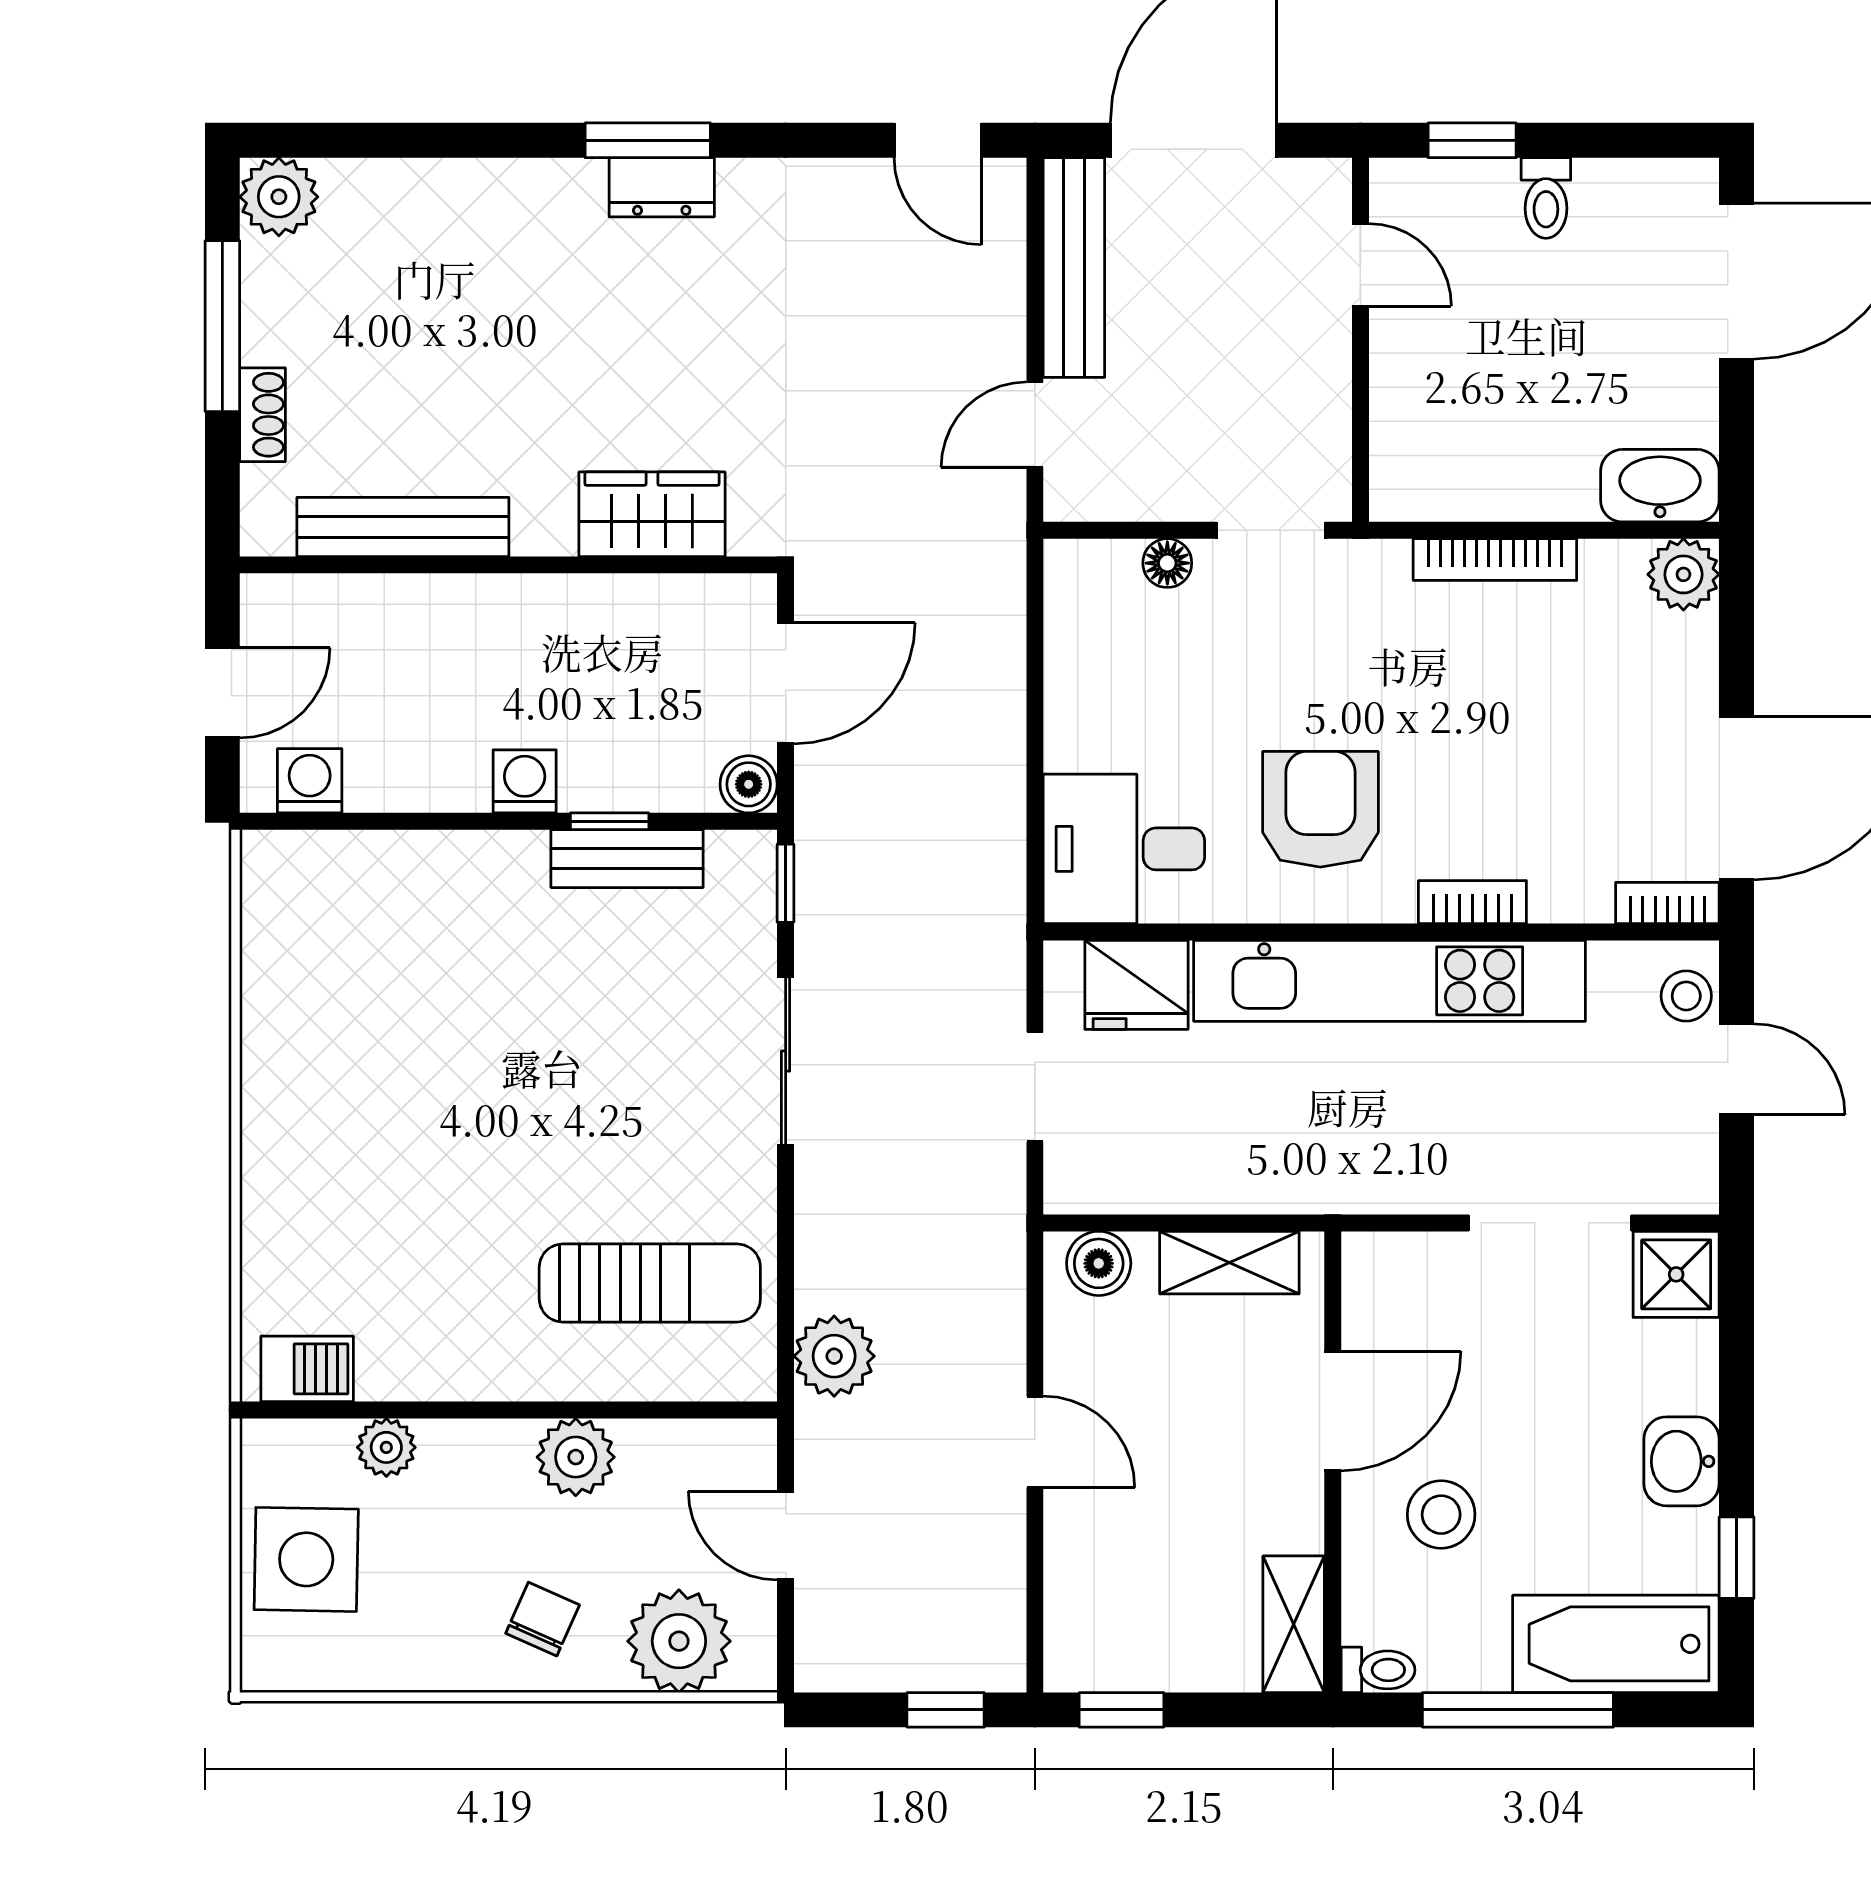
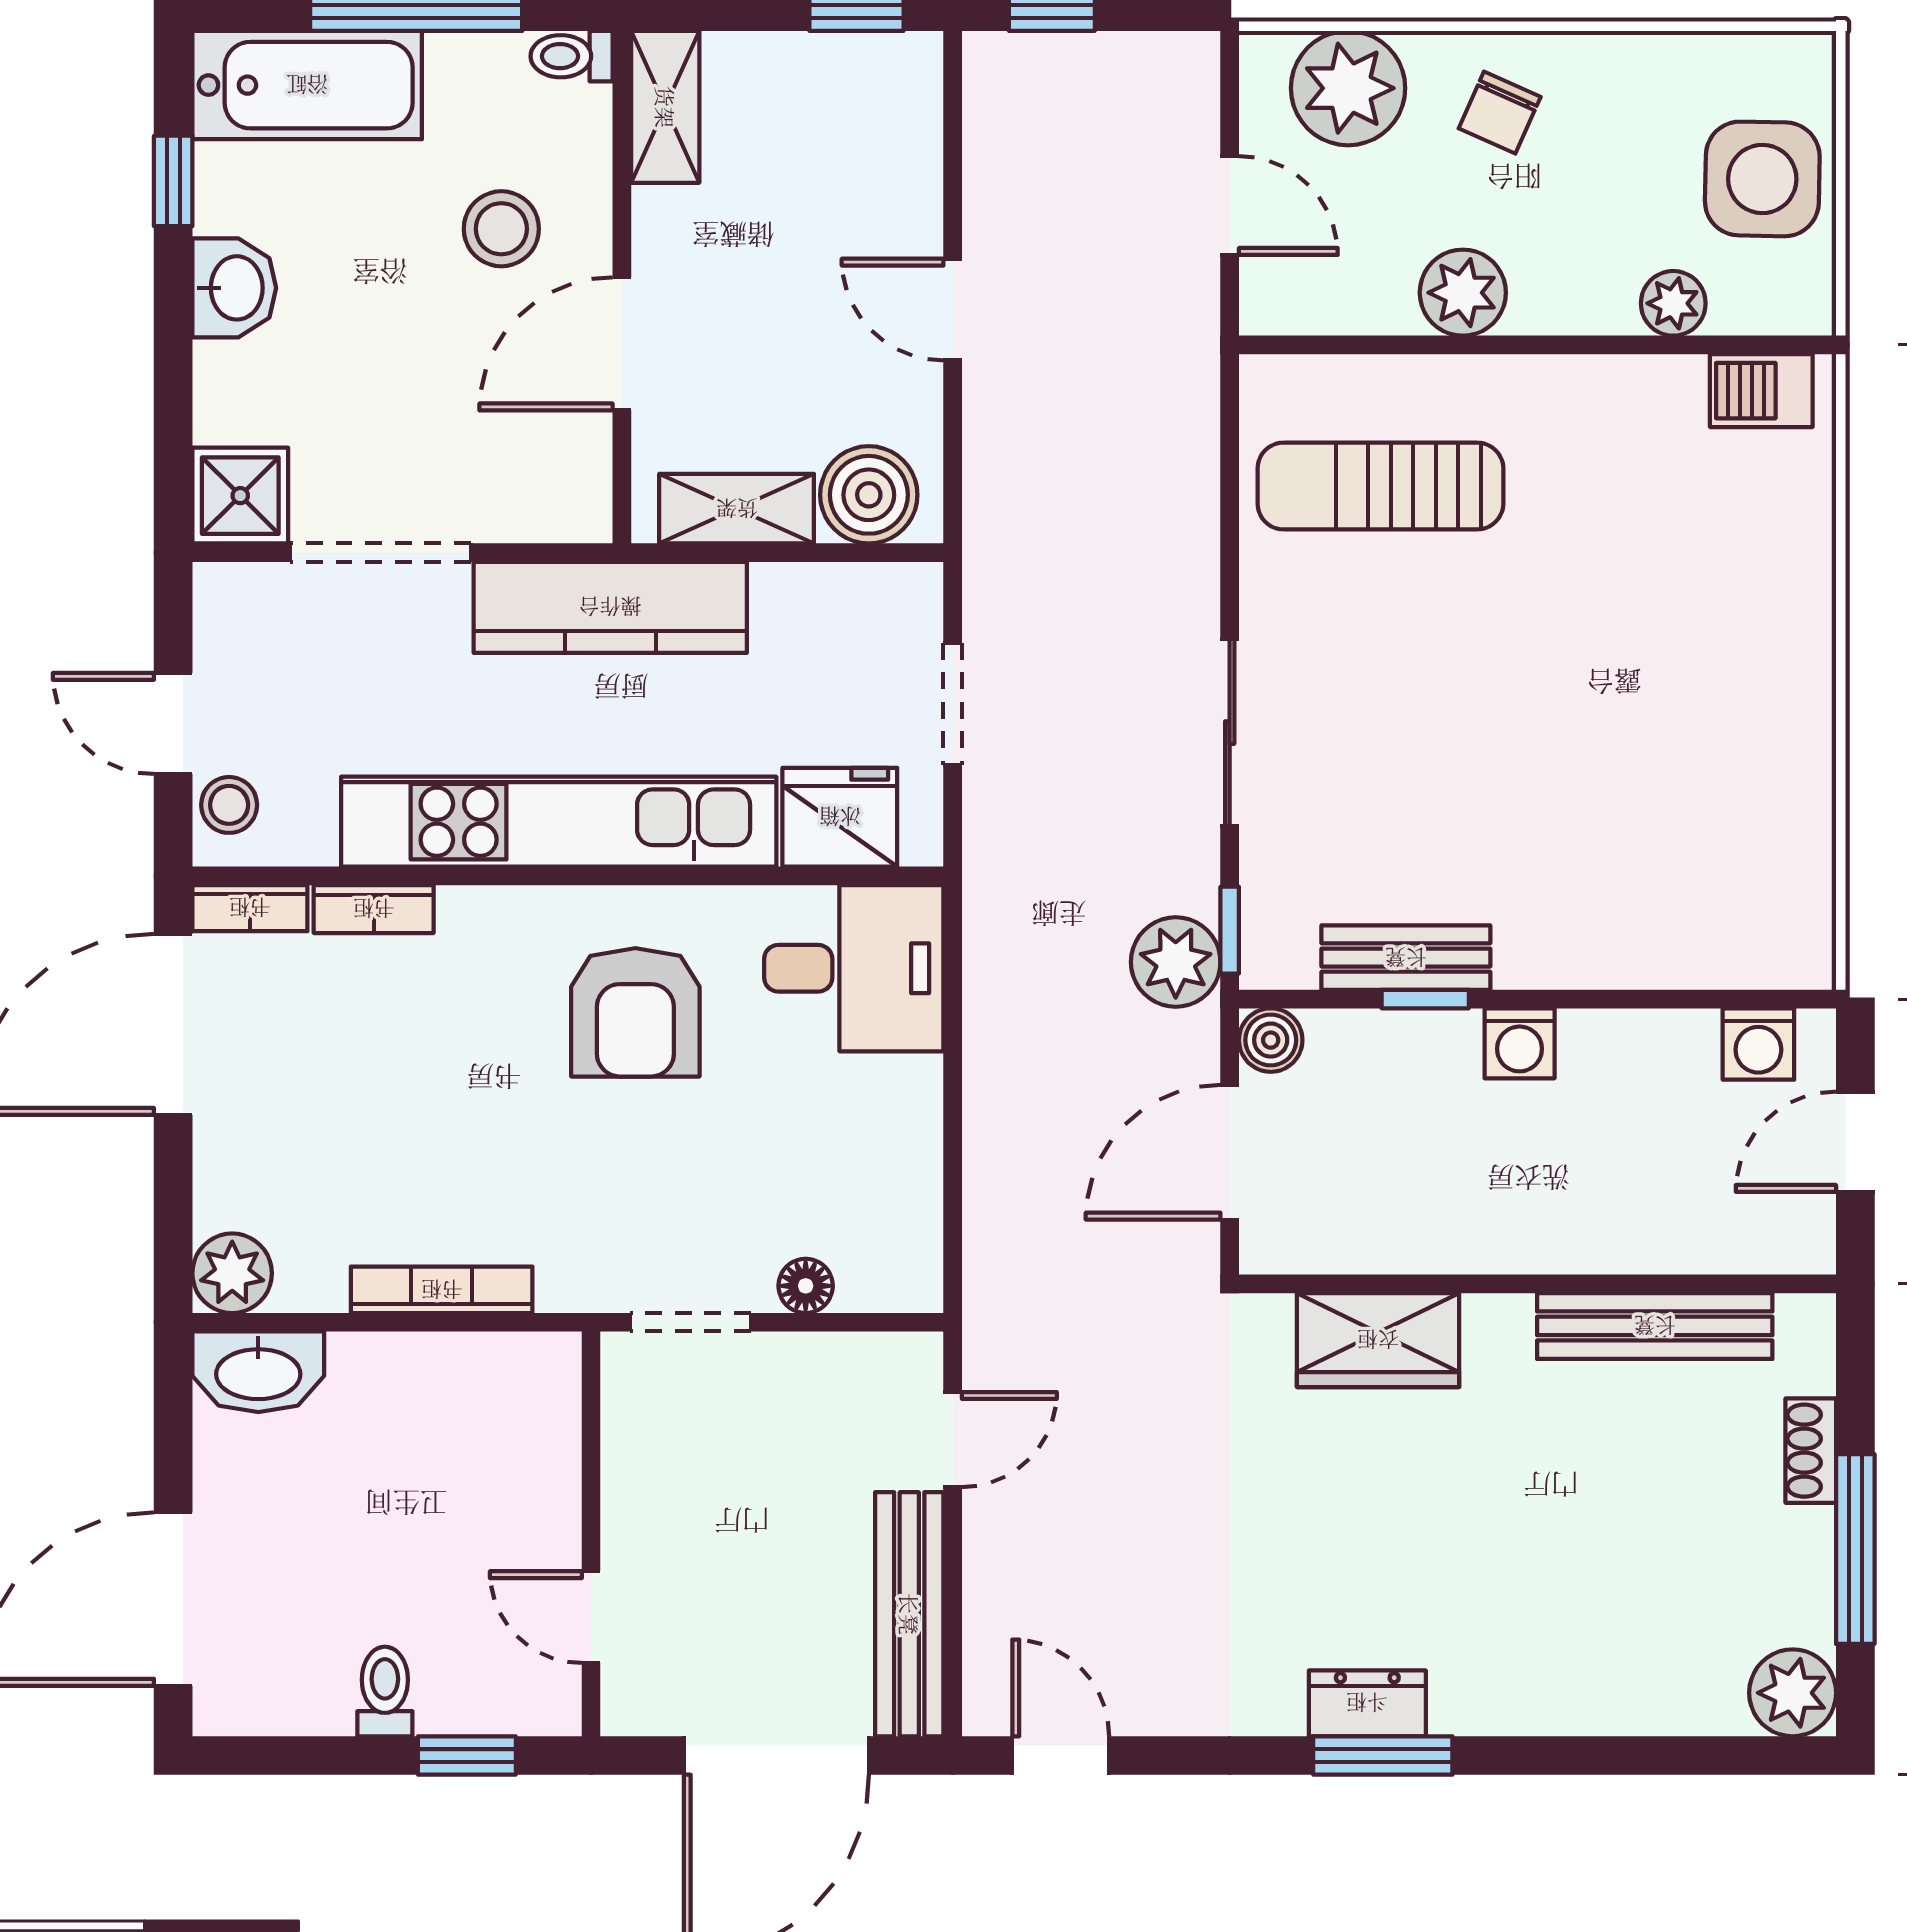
bookcase: (1472, 902) -> (374, 909), moved
kitchen counter: (1343, 1174) -> (610, 607), added
boiler: (1099, 1263) -> (869, 495), width x1.36, depth x1.36
plant: (834, 1356) -> (1176, 962), moved

